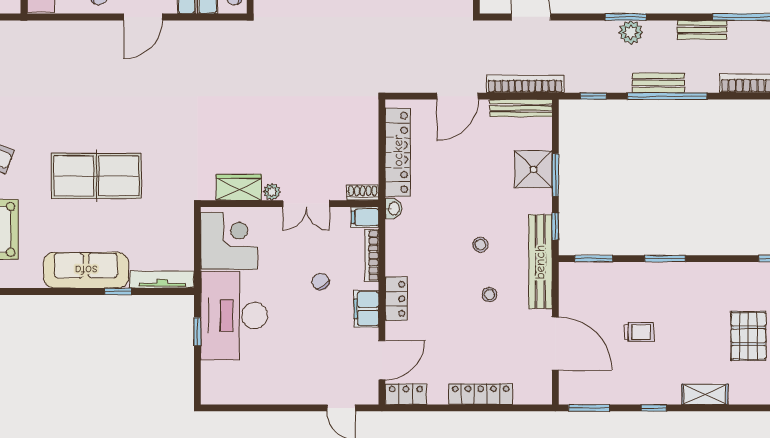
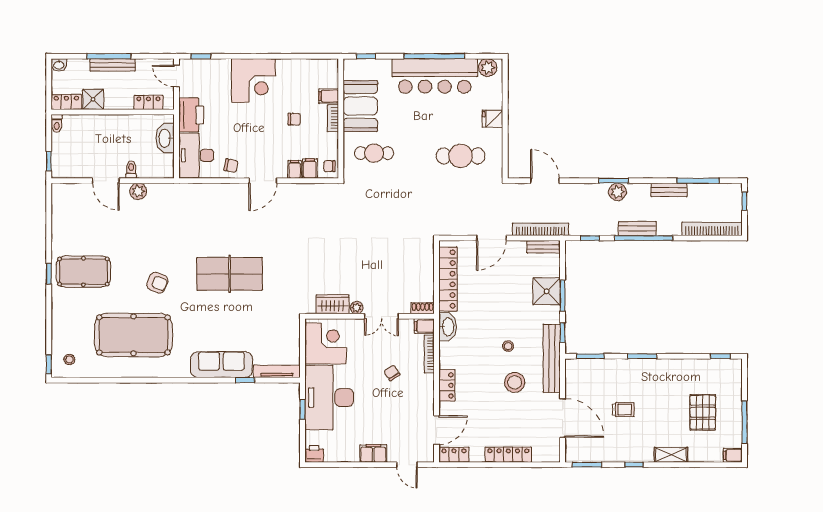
bench: (521, 108) -> (544, 247), width x0.73
table tennis table: (96, 176) -> (230, 274), moved
washbasin: (393, 209) -> (448, 327), width x1.91, depth x1.45
stool: (489, 295) -> (515, 382), width x1.89, depth x1.89
filing cabinet: (366, 309) -> (373, 453), moved, turned 90
printer: (213, 393) -> (314, 454), added

